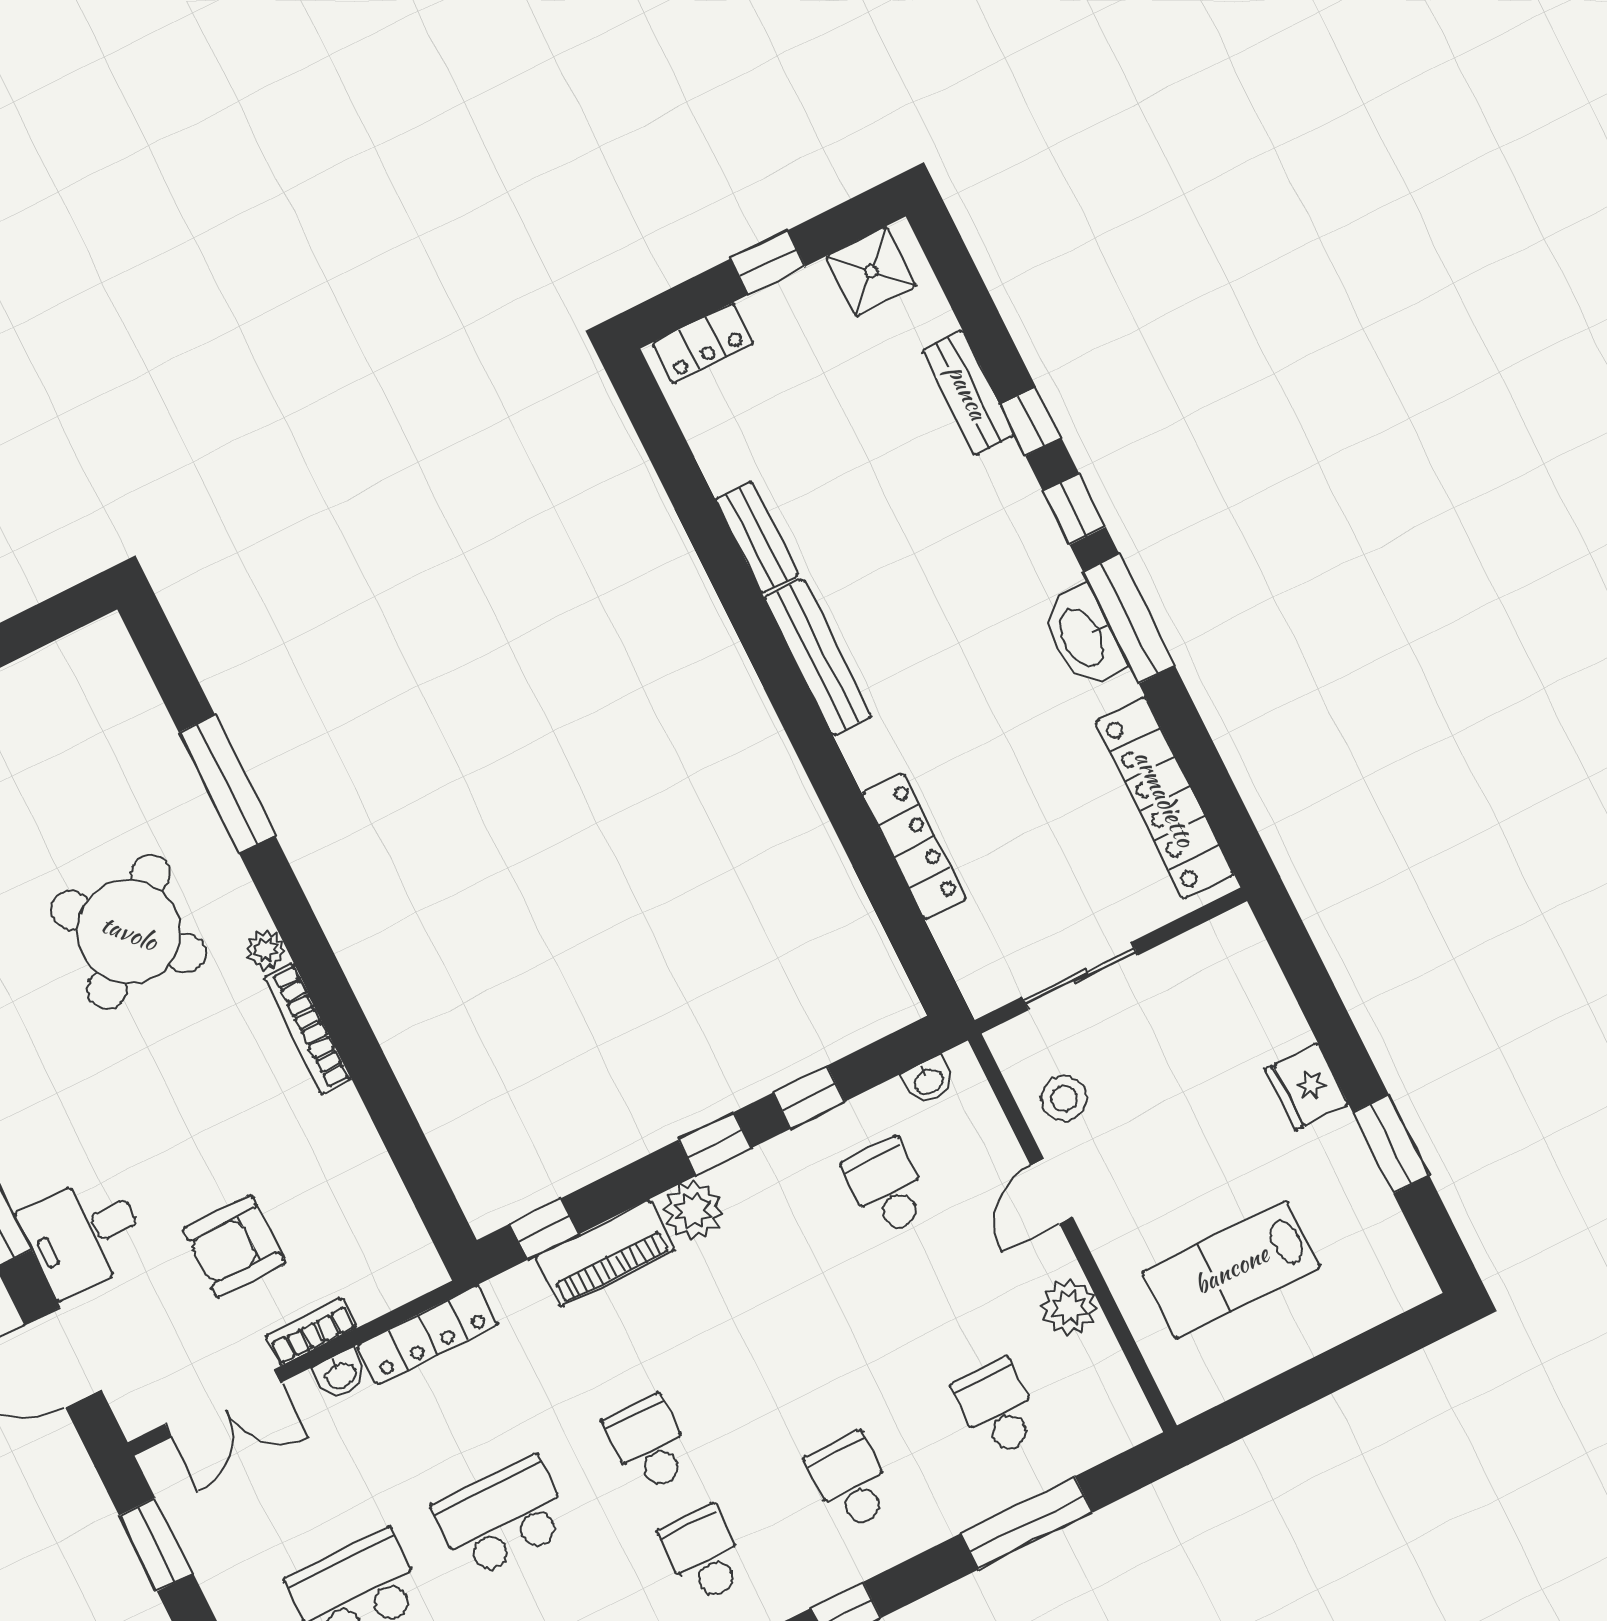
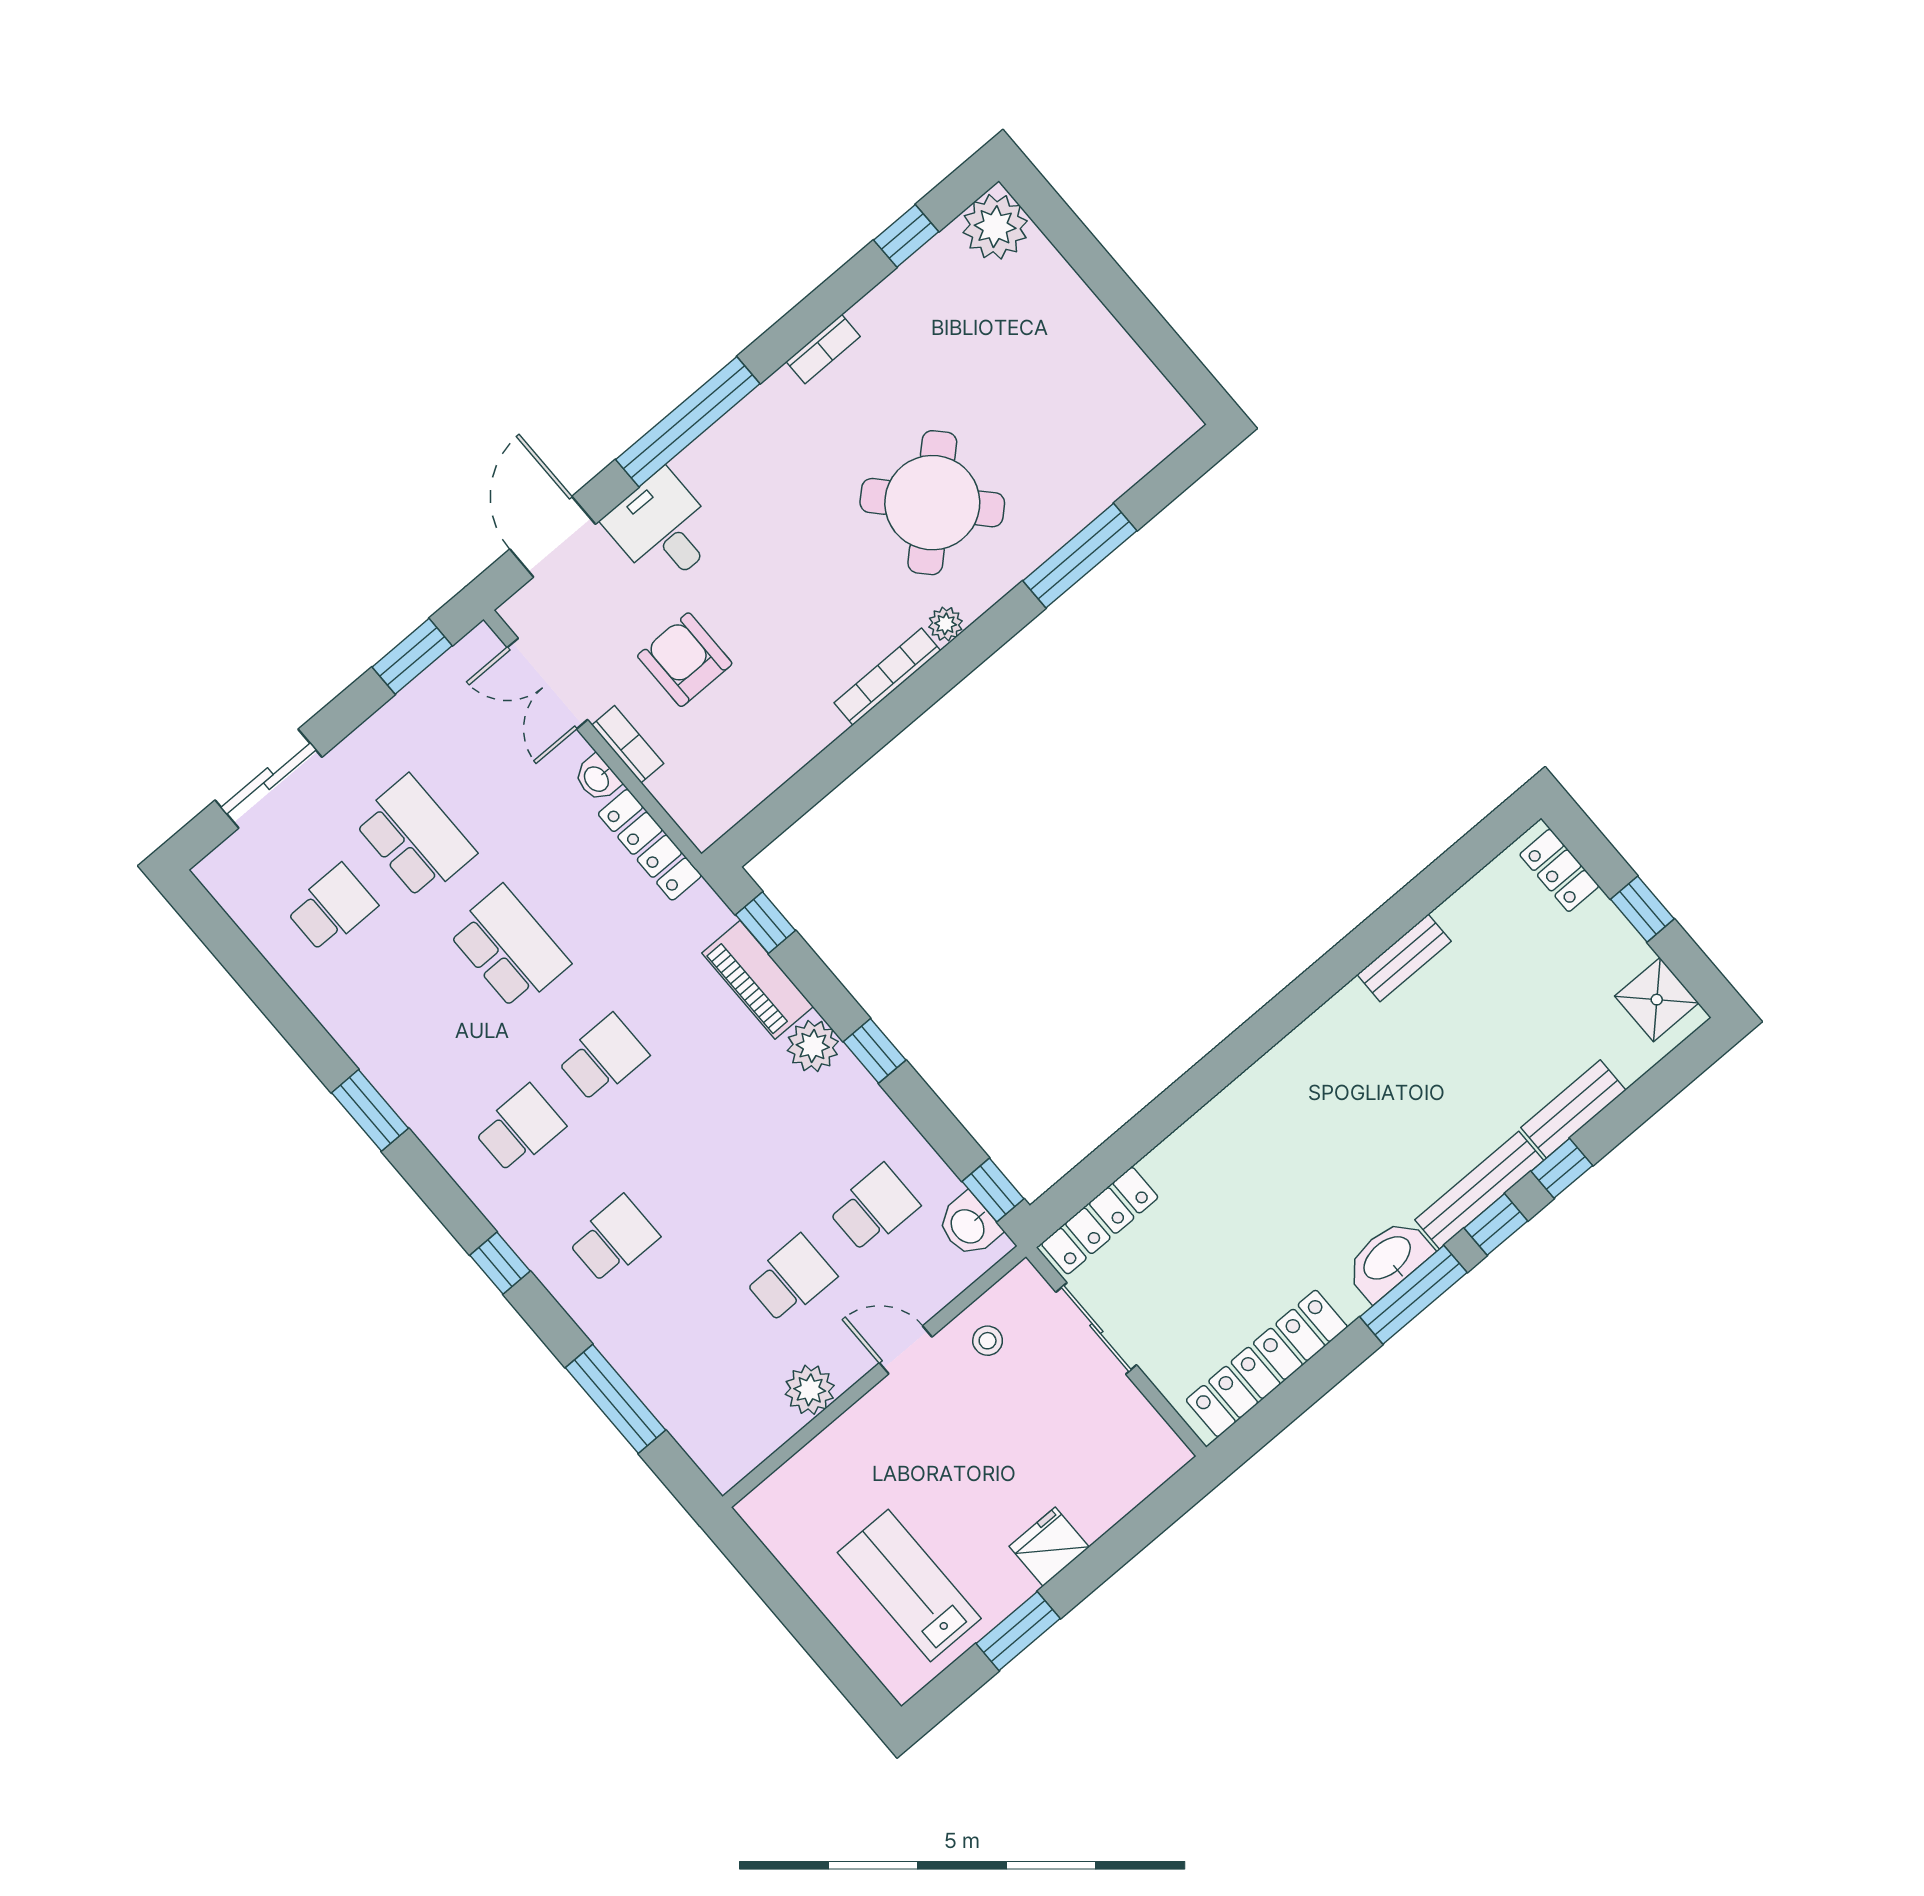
bench: (818, 657) -> (1479, 1190), moved
locker: (914, 846) -> (1100, 1221), moved
washbasin: (928, 1081) -> (969, 1225), width x1.38, depth x1.45
window: (809, 1097) -> (993, 1190), moved
stool: (1064, 1099) -> (988, 1341), width x0.73, depth x0.73
lab bench: (1231, 1269) -> (909, 1585), moved
school desk: (997, 1408) -> (791, 1279), moved

